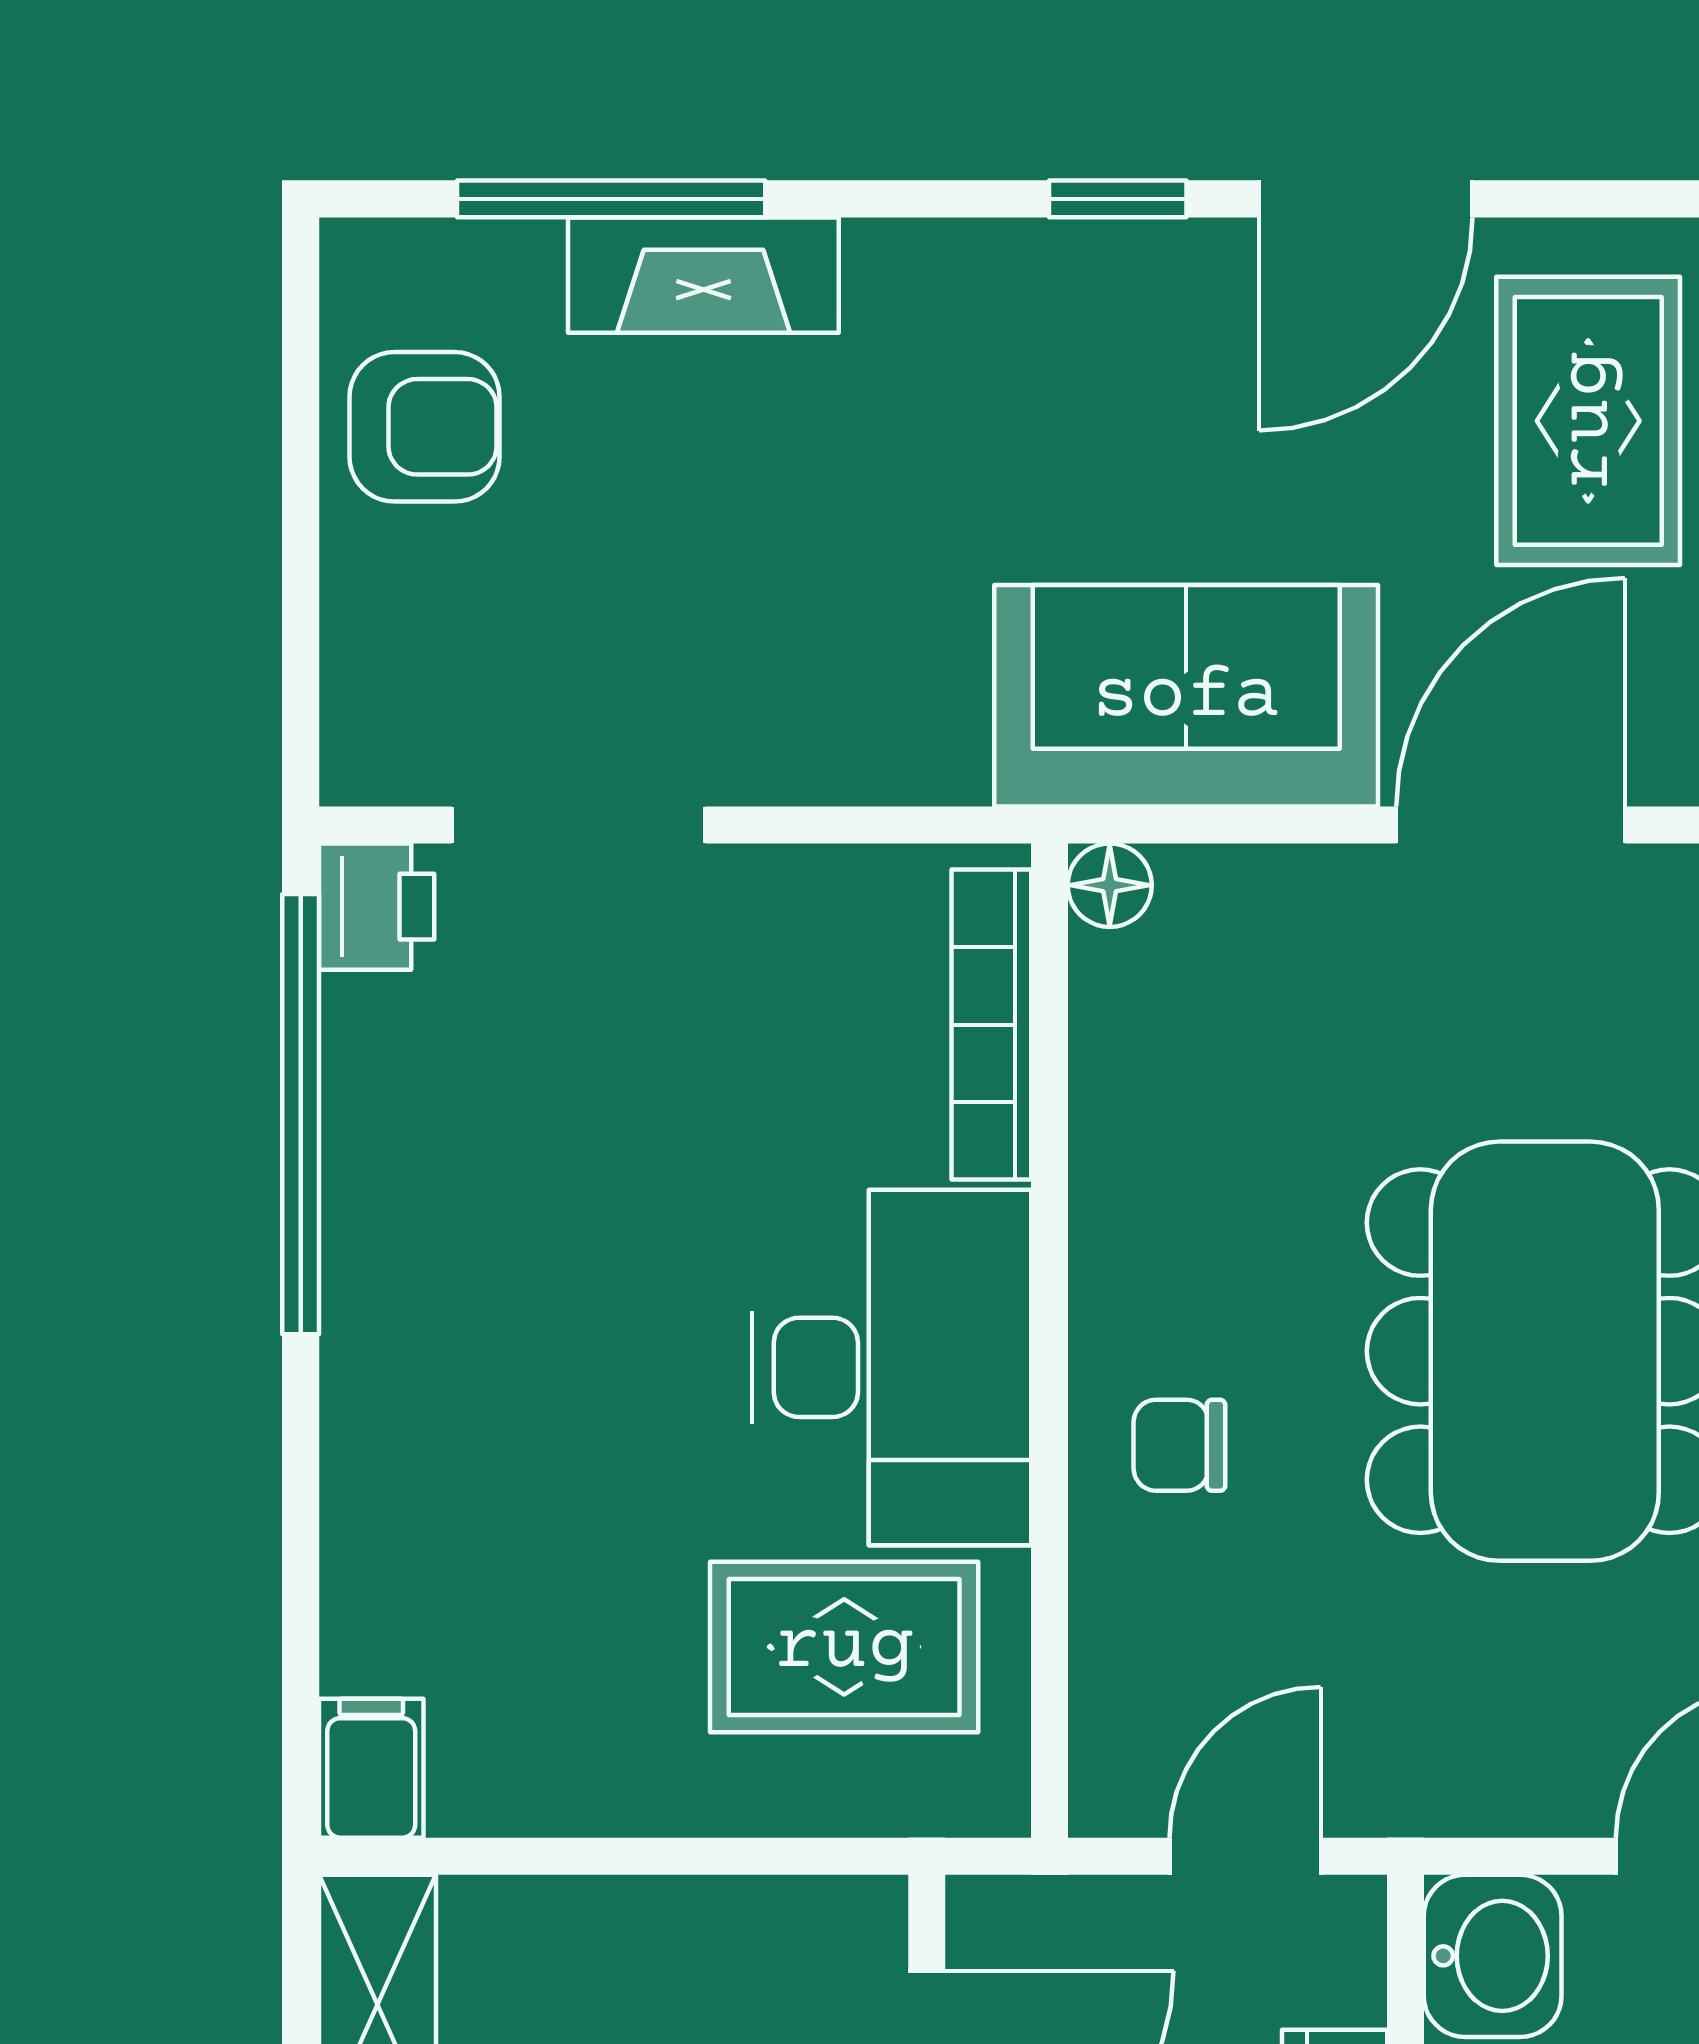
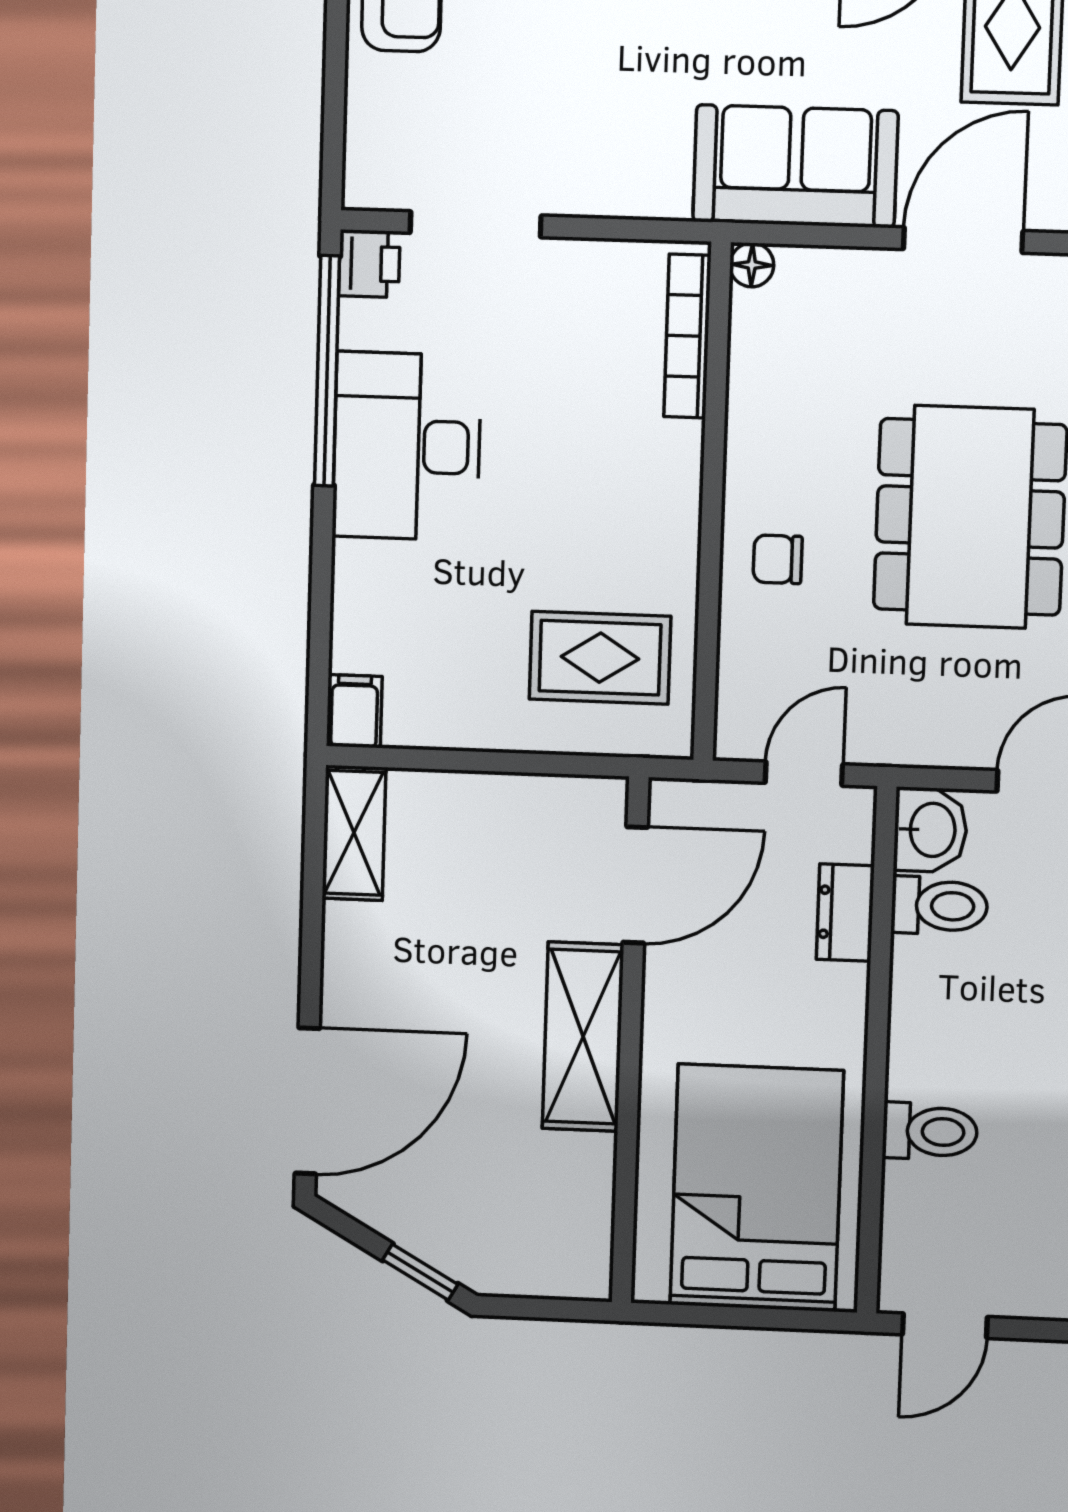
desk: (891, 1367) -> (407, 446), moved, turned 180

